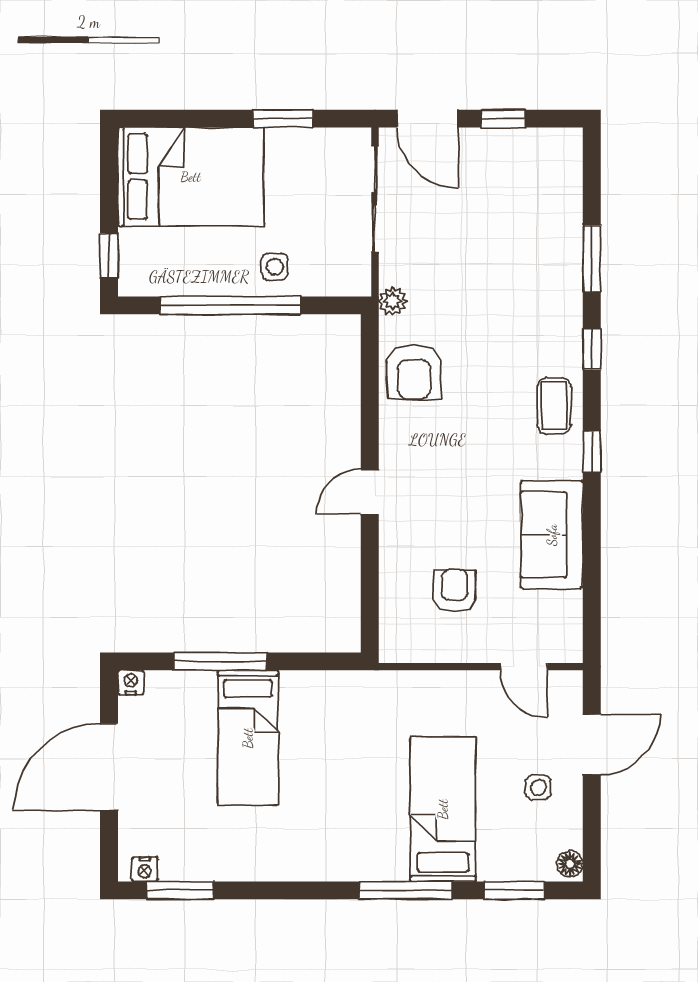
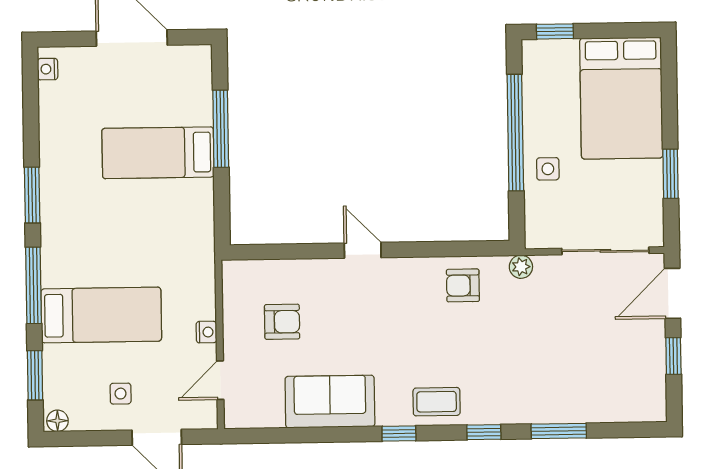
armchair: (414, 372) -> (463, 285), width x0.72, depth x0.72
nightstand: (131, 682) -> (206, 332), moved
window: (180, 890) -> (32, 195), moved

